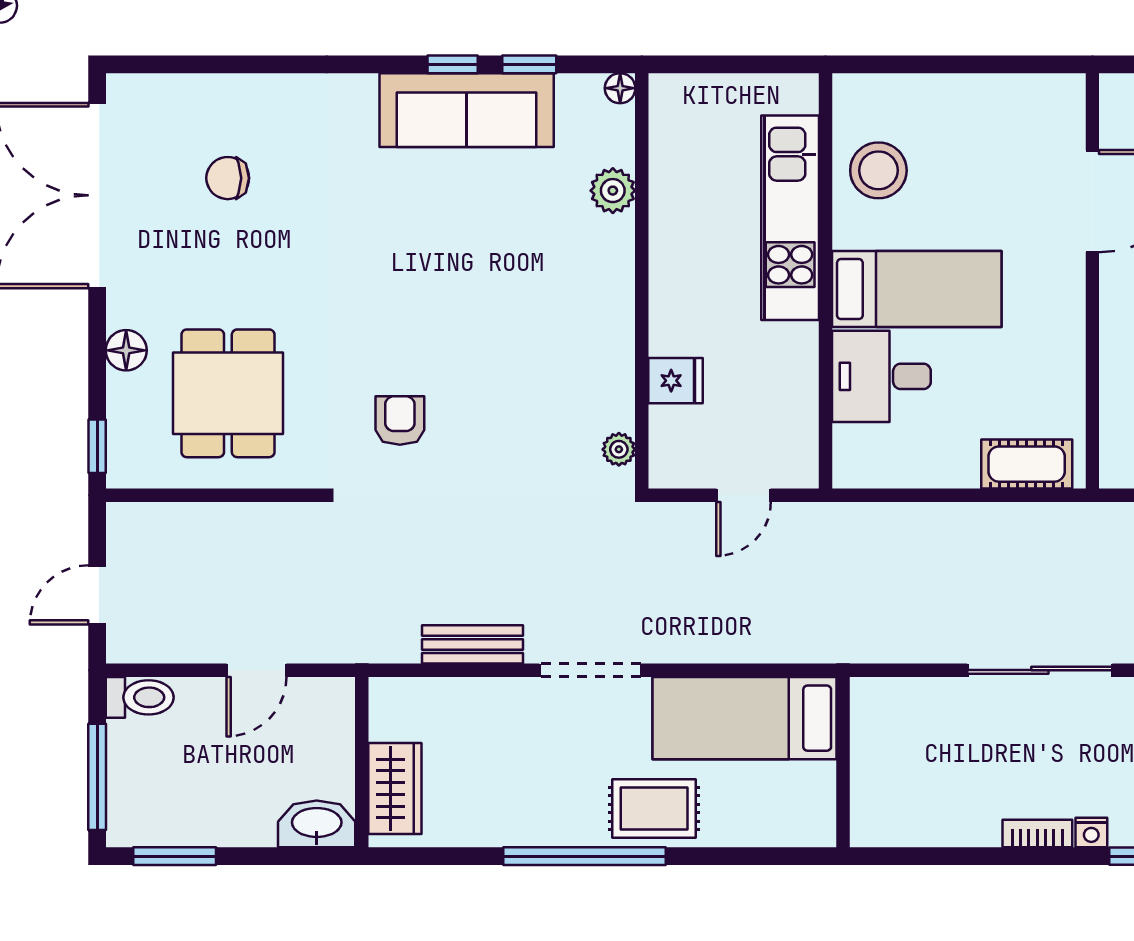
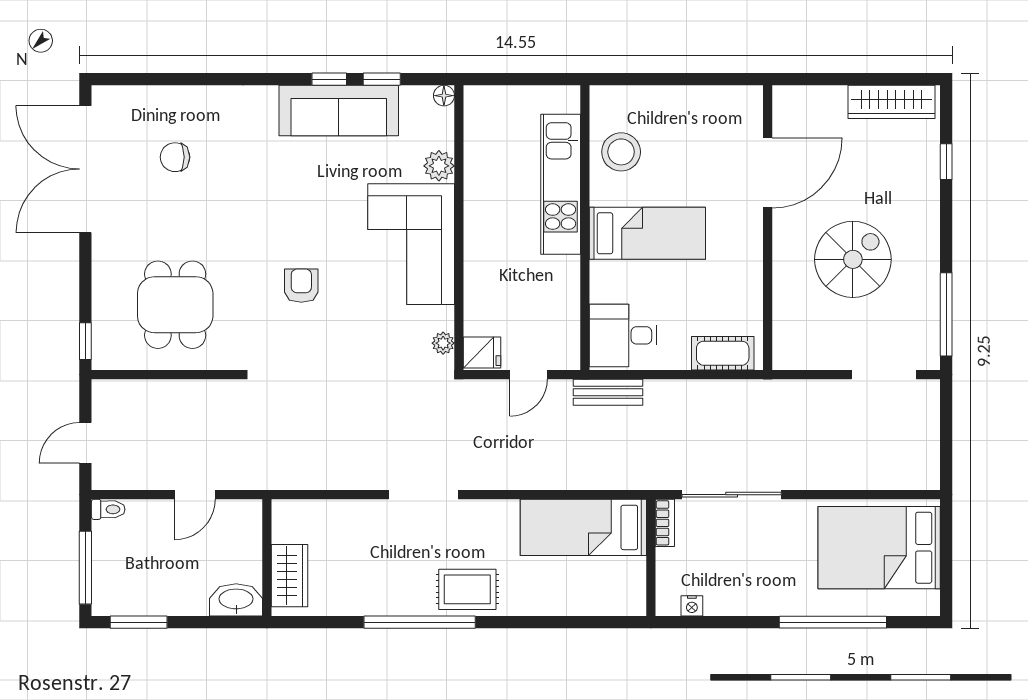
corner sofa: (572, 305) -> (411, 244), added
floor lamp: (126, 350) -> (105, 275), removed
desk: (881, 376) -> (623, 335), moved
fridge: (675, 381) -> (482, 352), moved
armchair: (400, 420) -> (301, 286), moved
bench: (473, 644) -> (608, 392), moved
toilet: (140, 697) -> (108, 509), width x0.73, depth x0.72
bed: (745, 718) -> (583, 527), moved
wall: (843, 762) -> (651, 558), moved
nightstand: (1091, 833) -> (692, 606), moved
bookcase: (1037, 834) -> (665, 523), moved, turned 90

